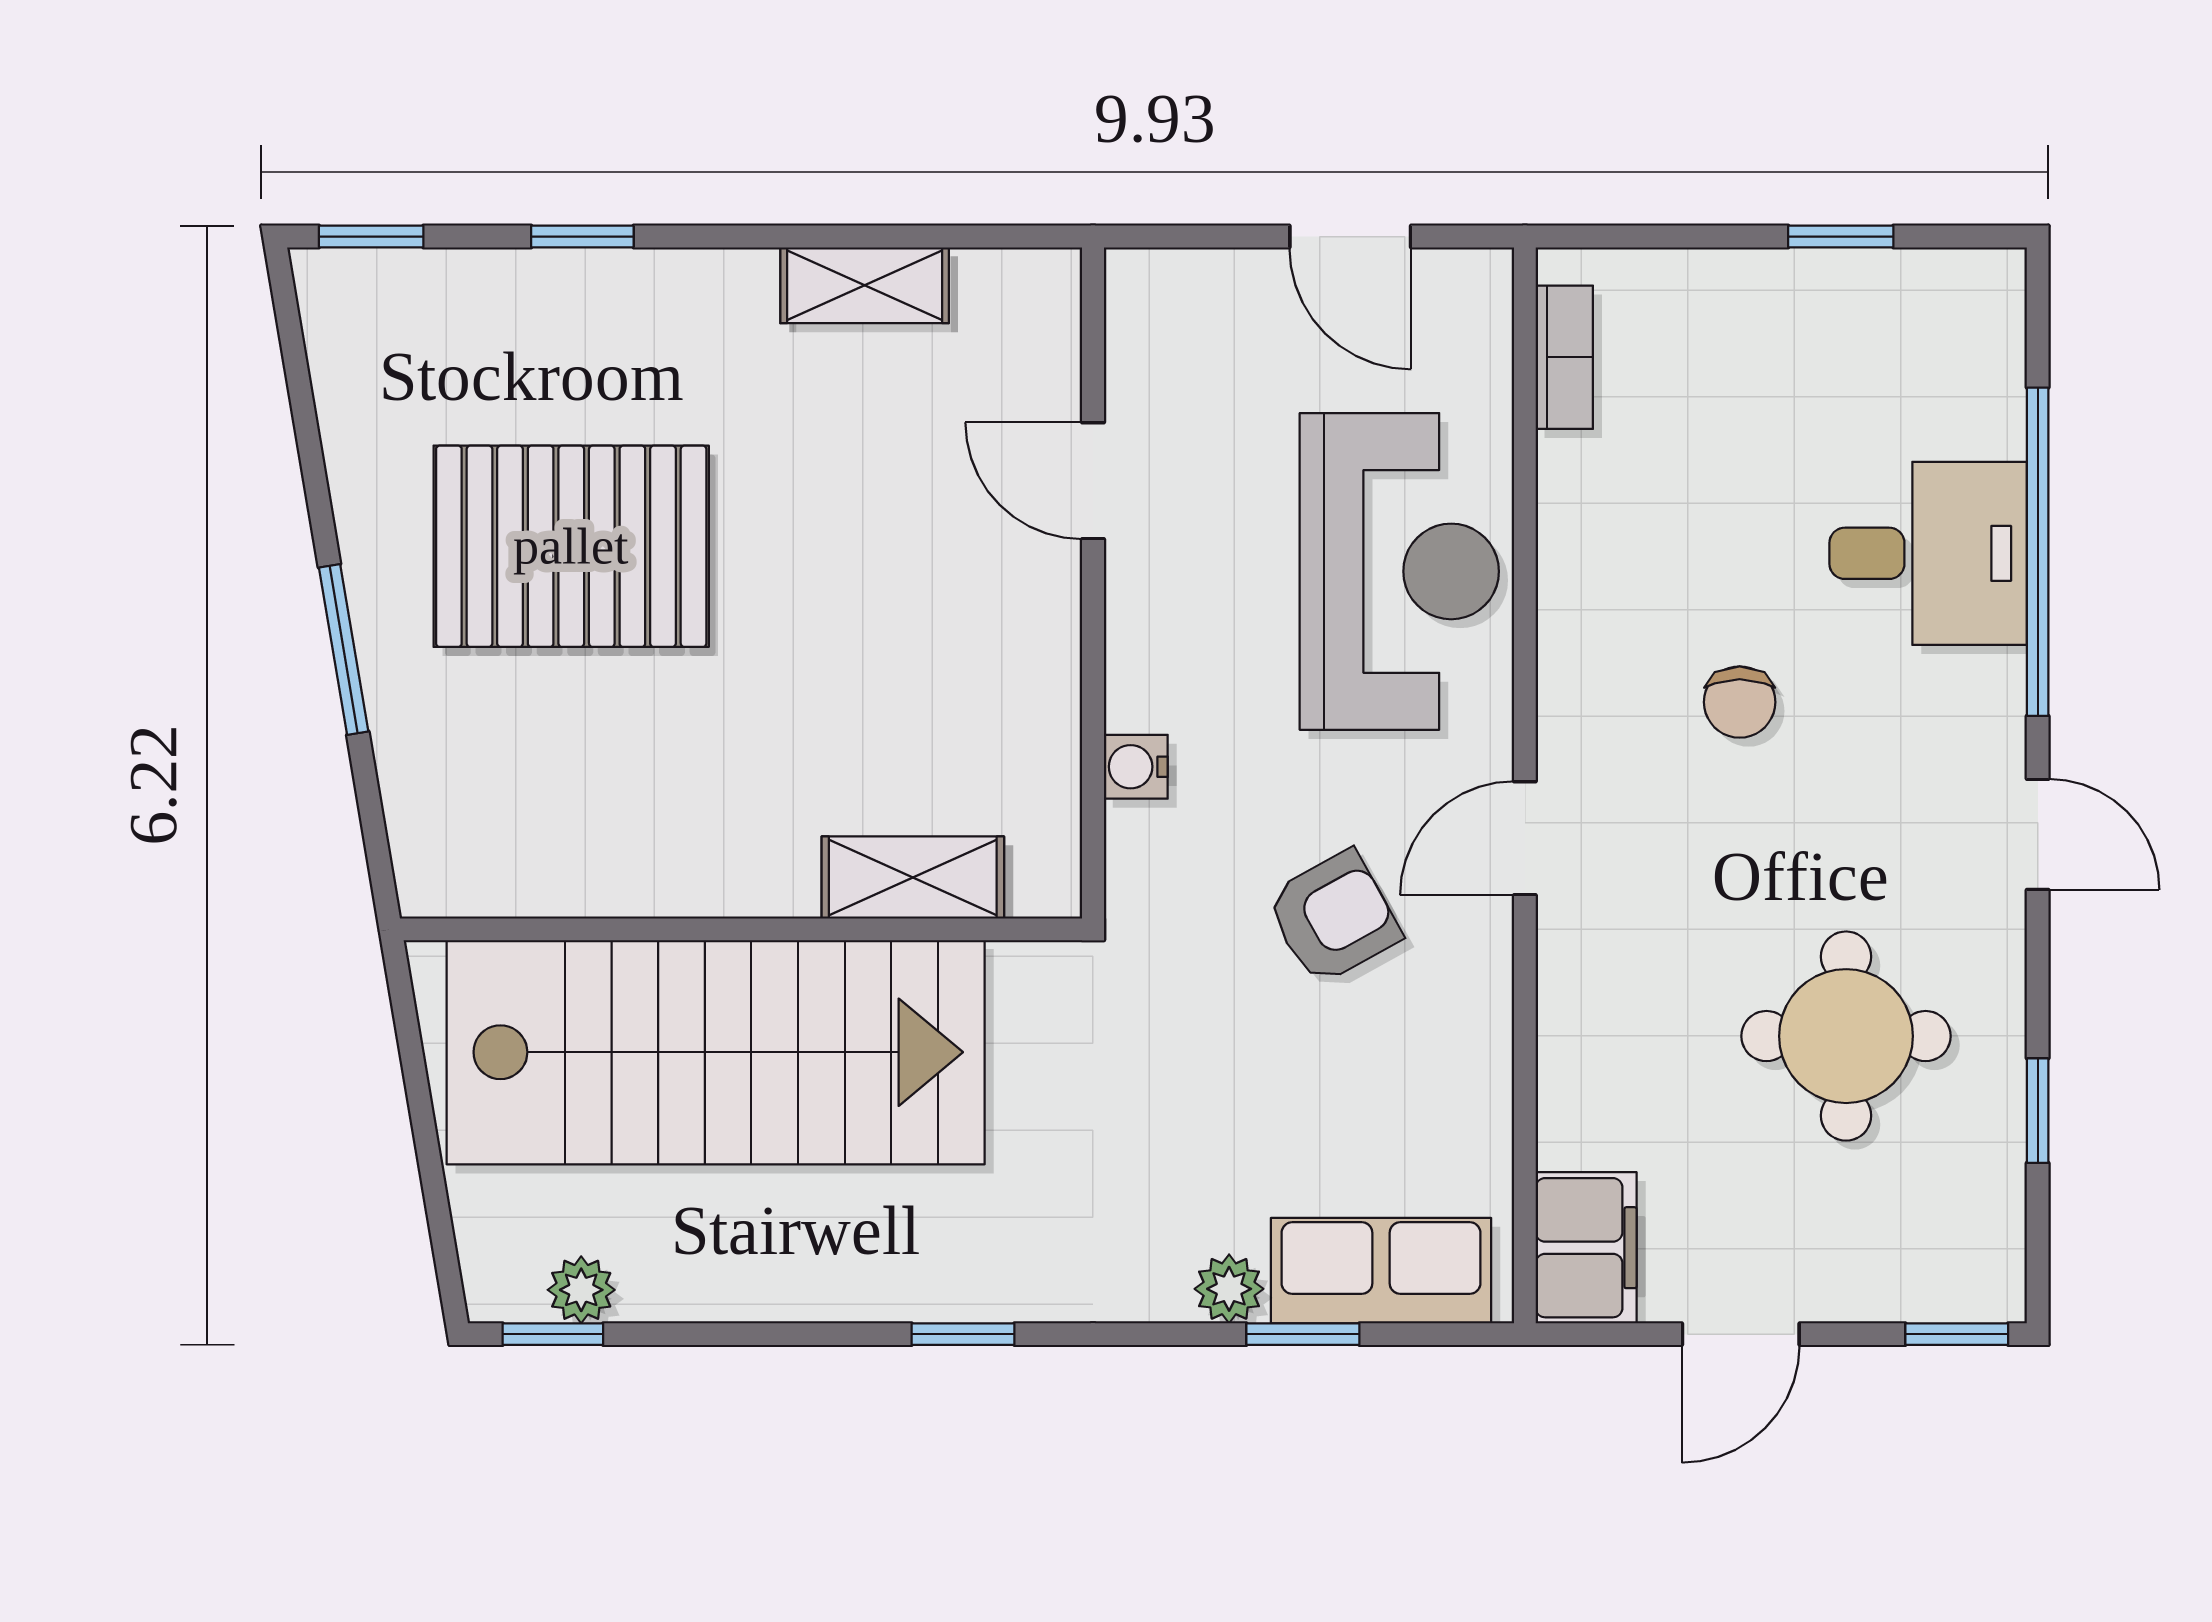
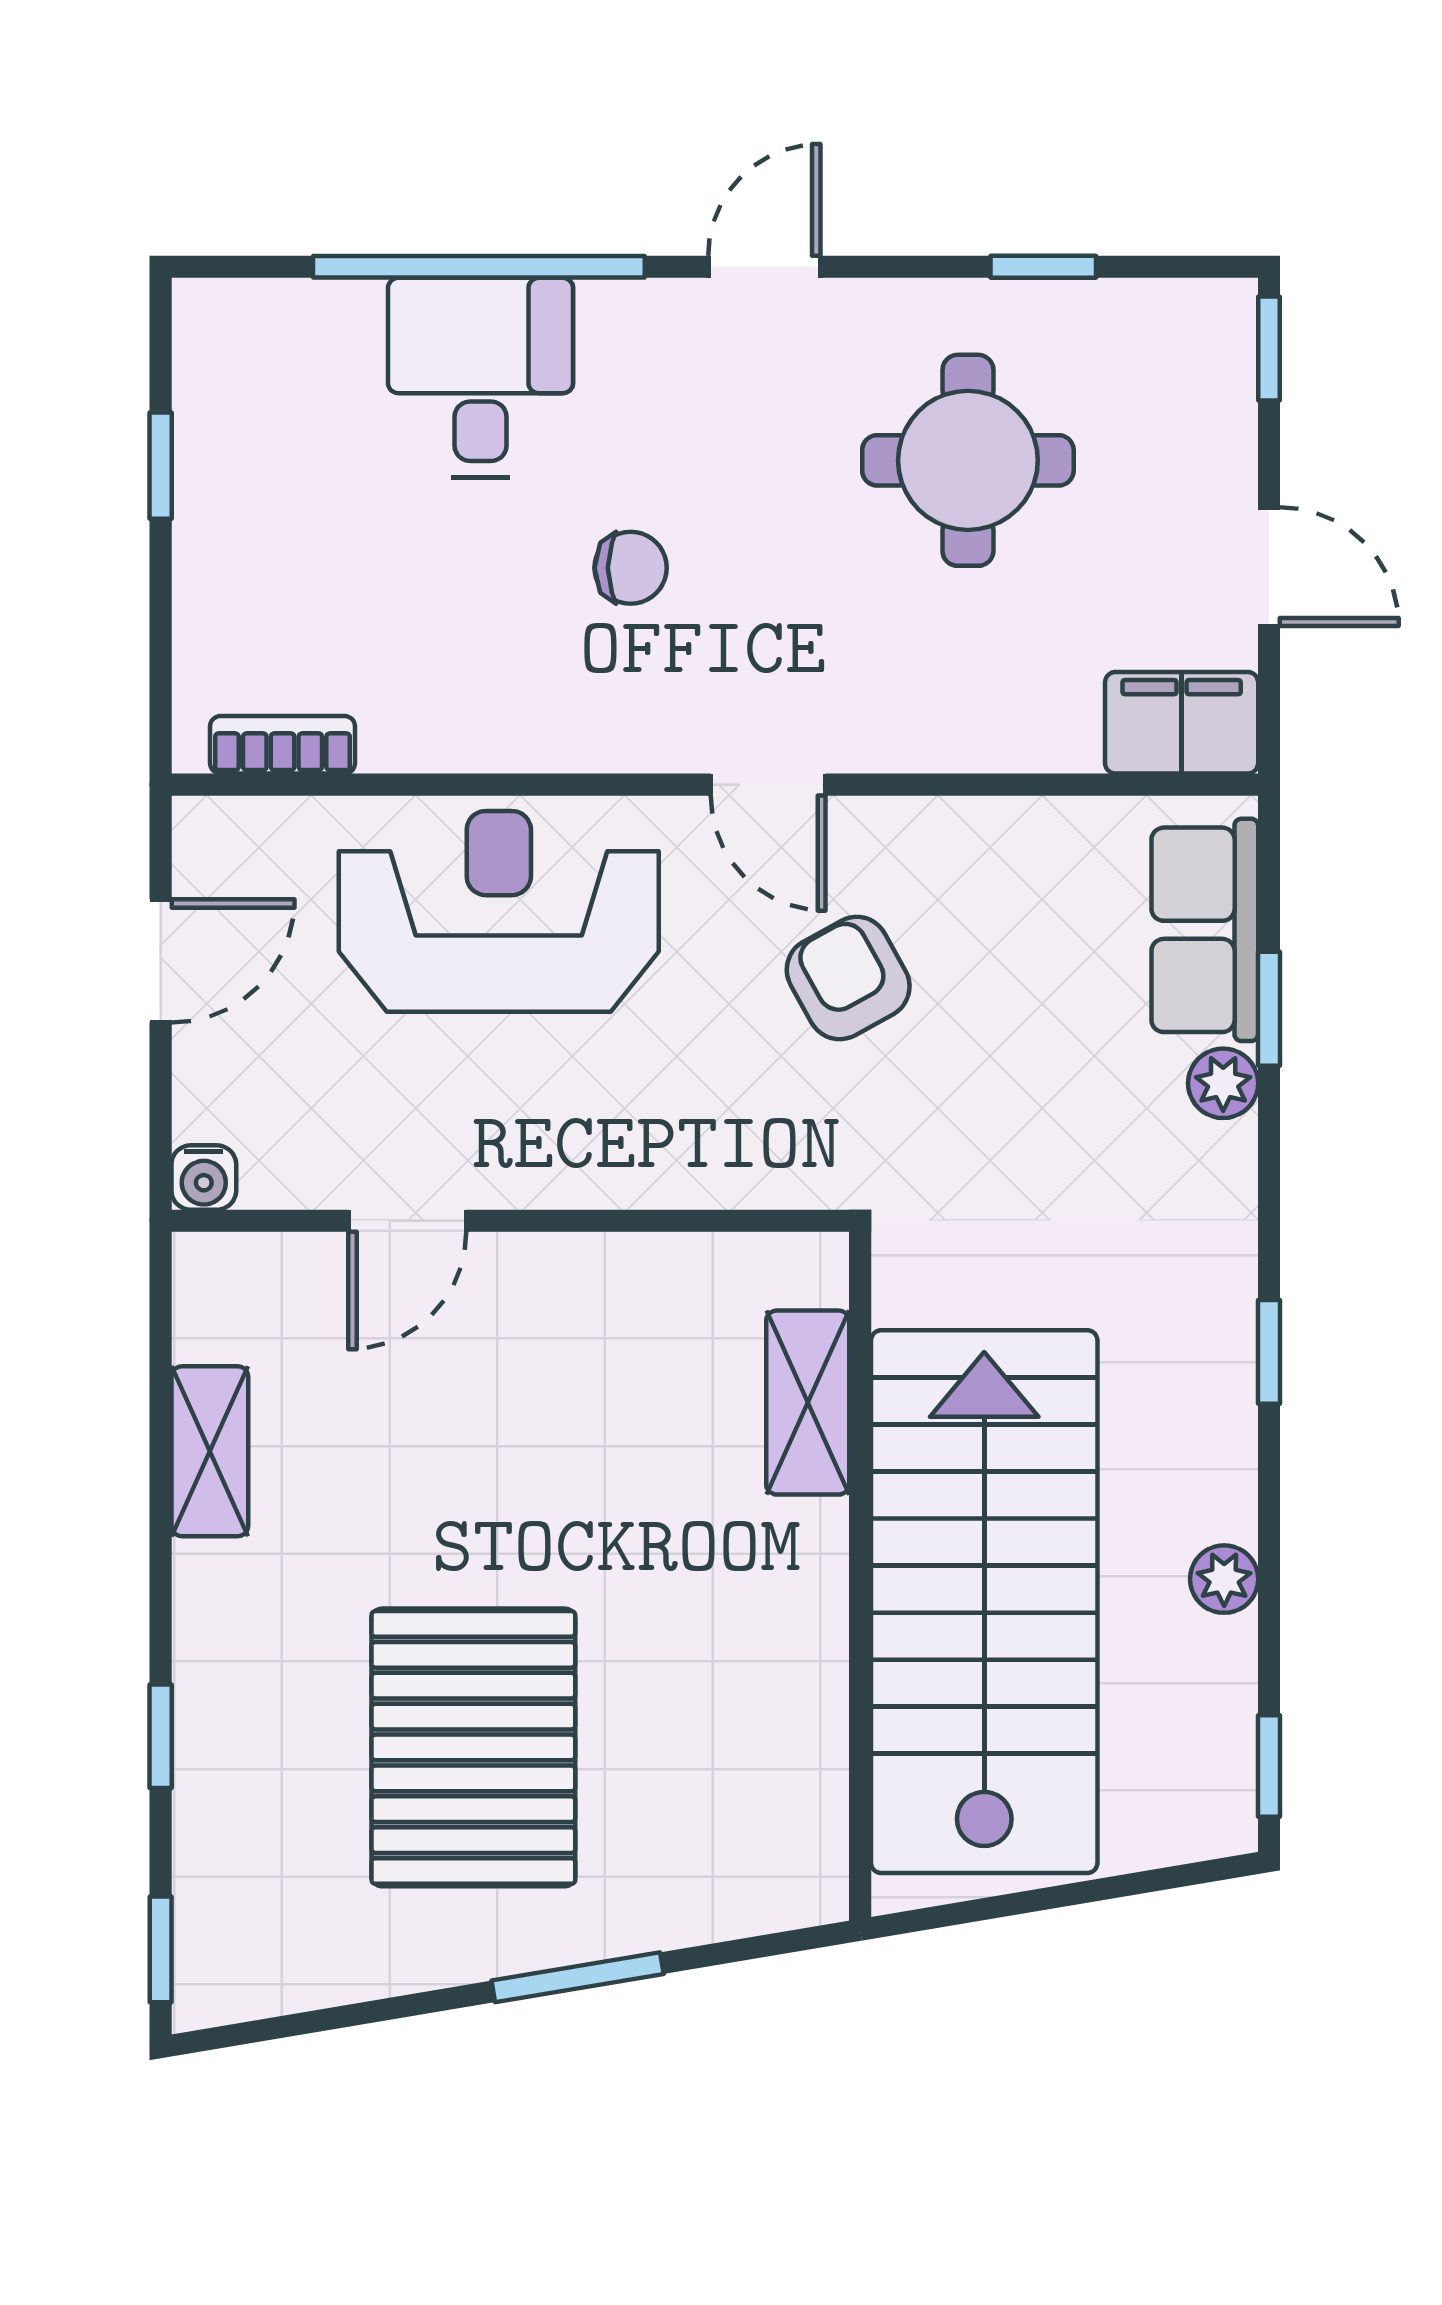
water cooler: (1136, 767) -> (204, 1178), moved
plant: (581, 1290) -> (1224, 1579), moved

